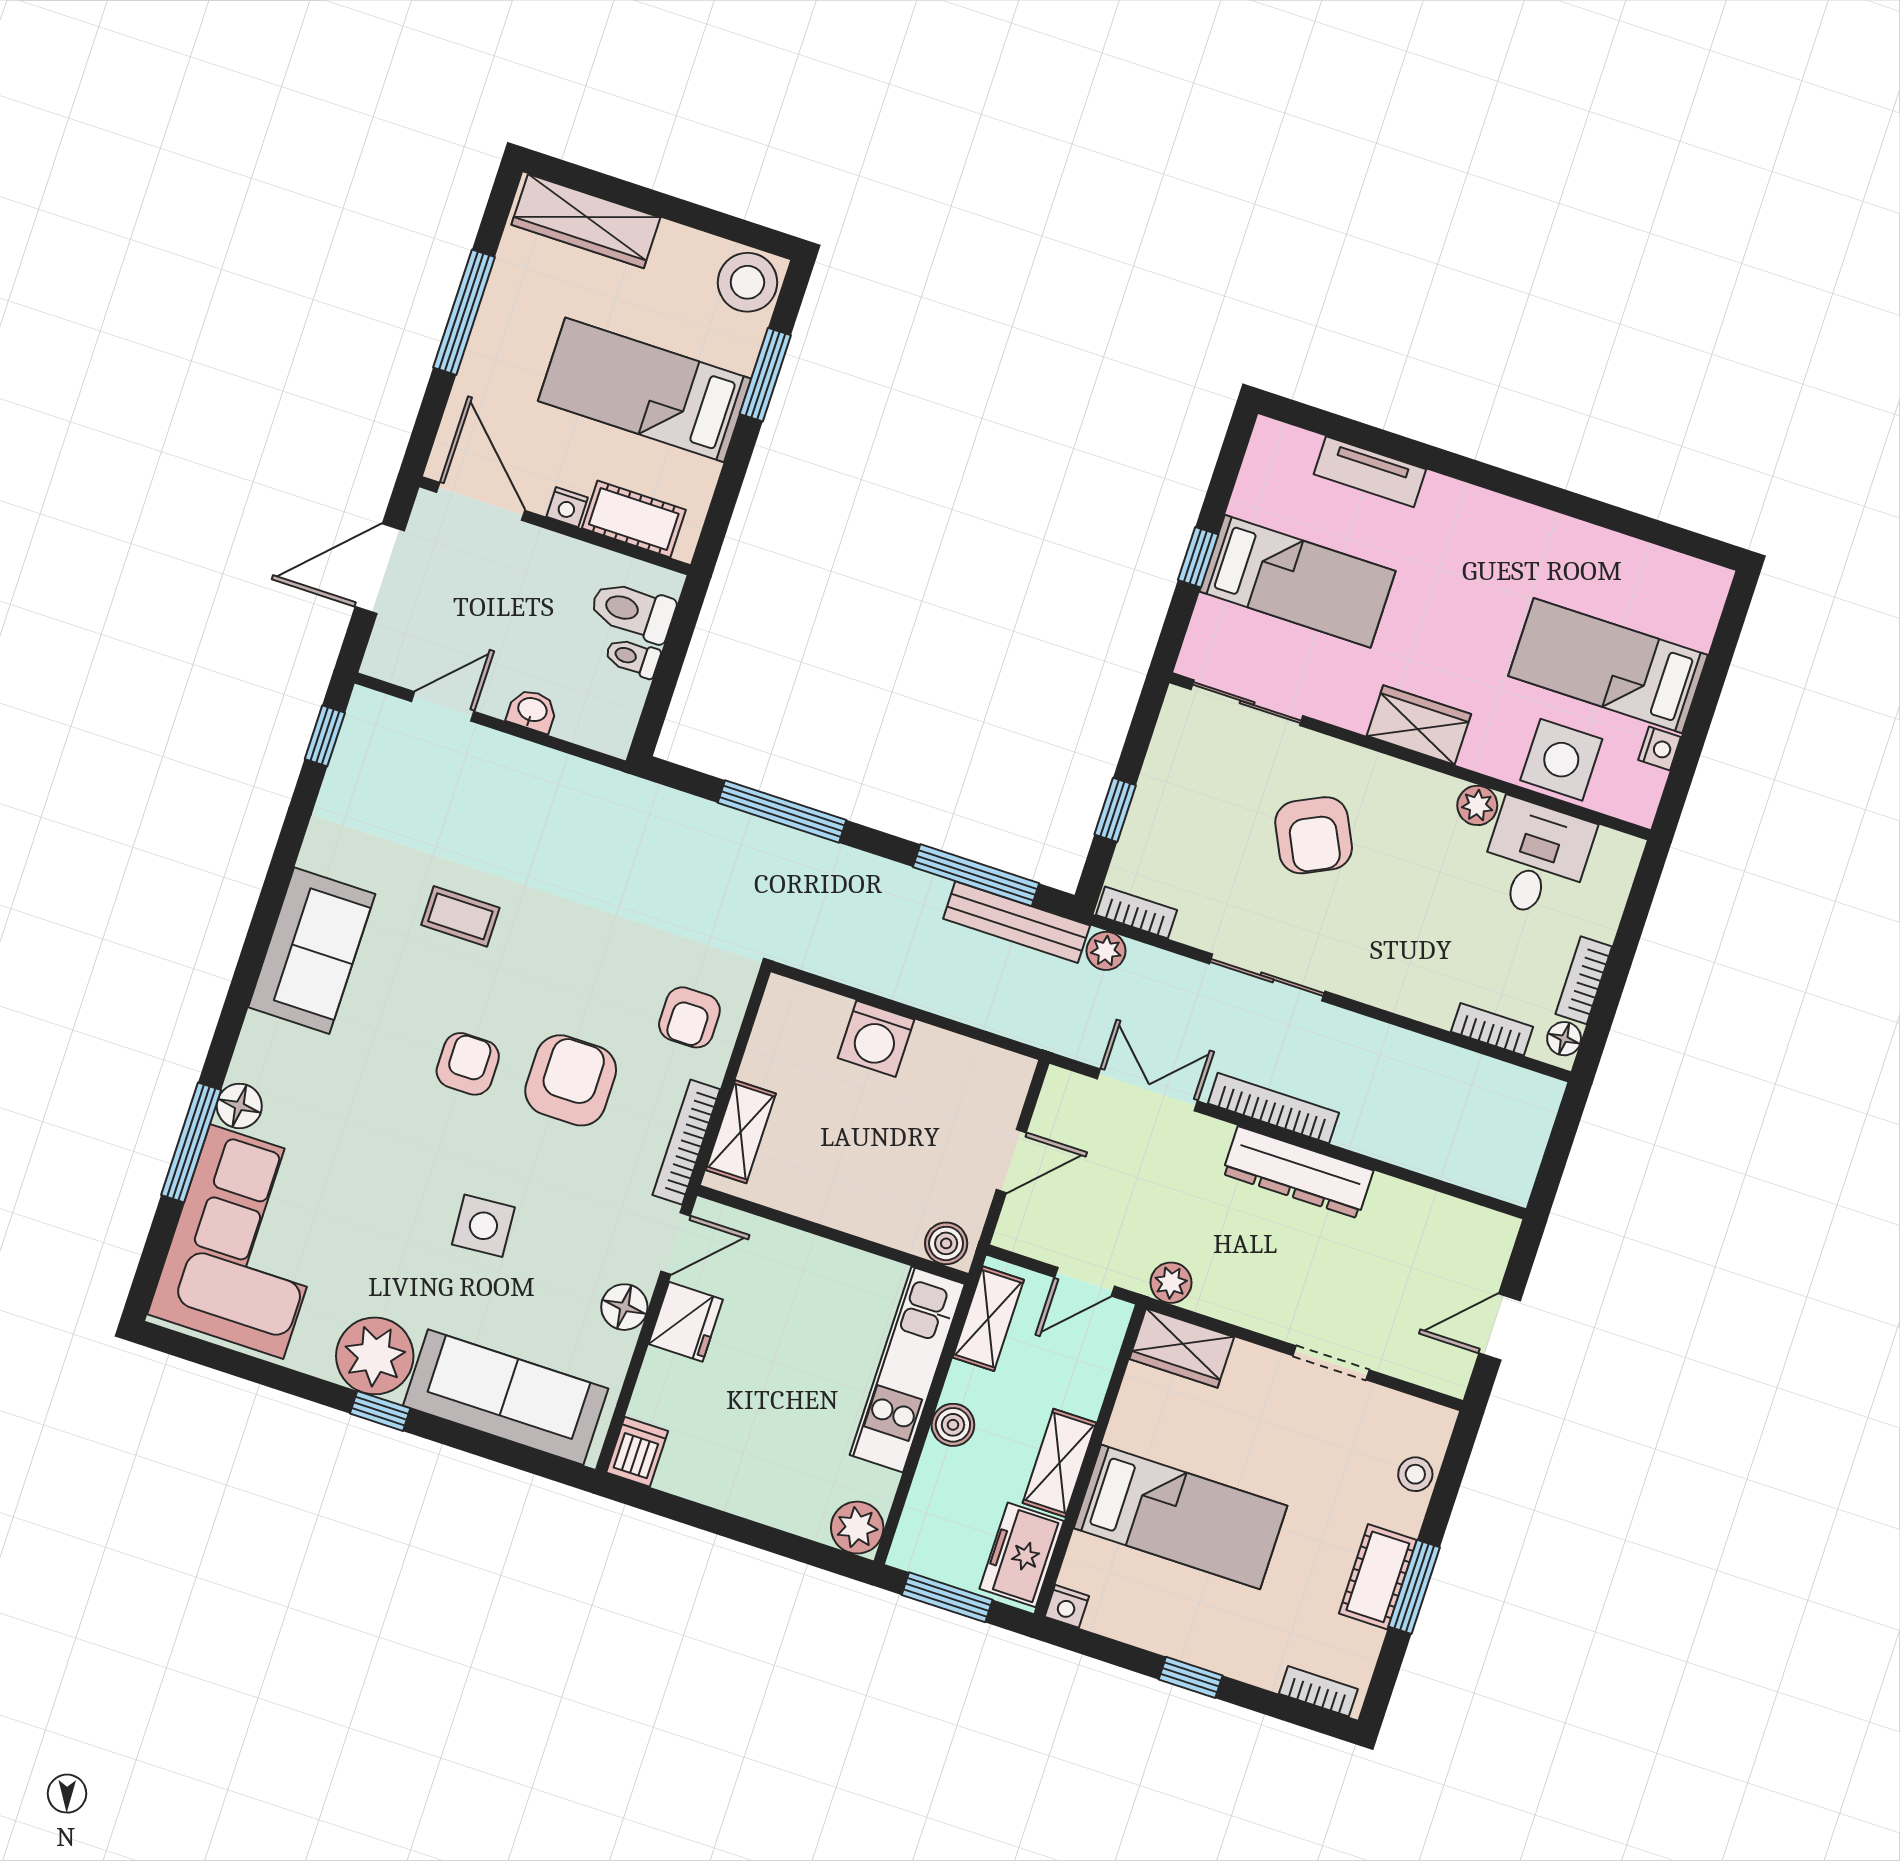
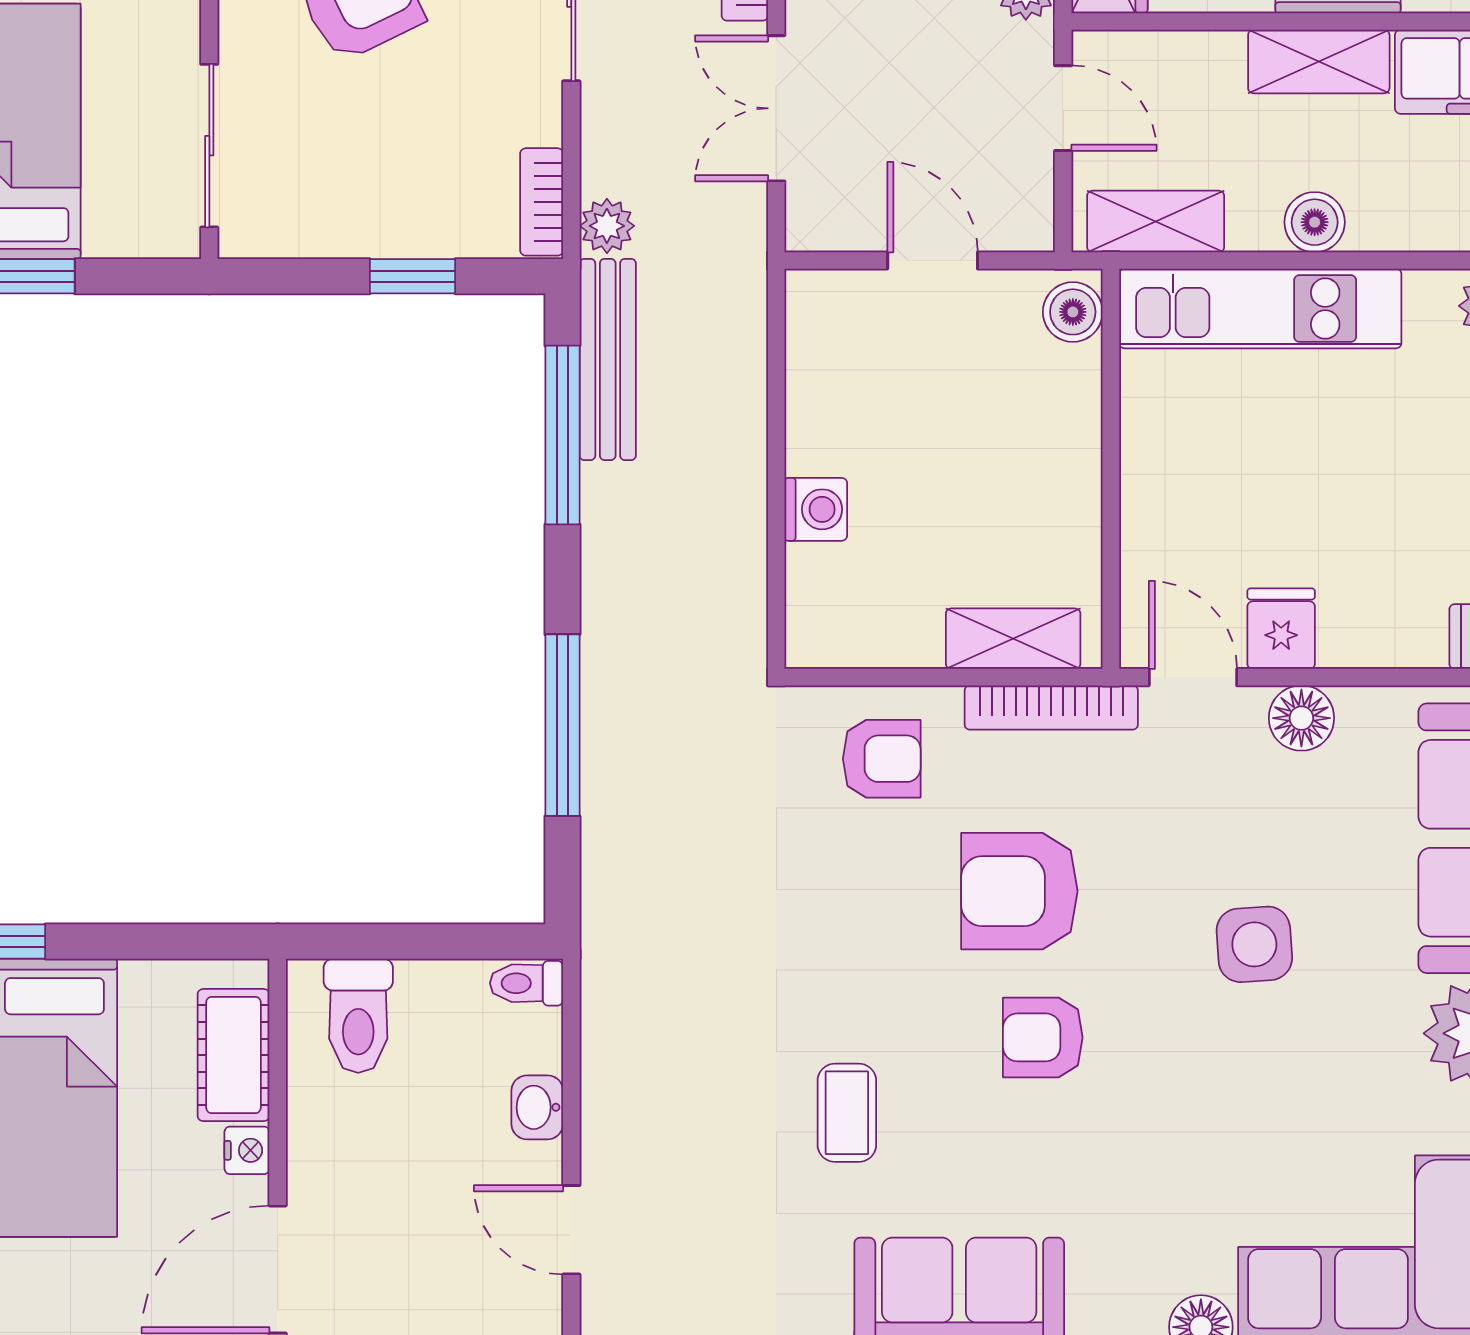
toilet: (633, 657) -> (526, 983), moved, turned 90
washing machine: (876, 1039) -> (816, 509), width x0.73, depth x0.73
fridge: (686, 1322) -> (1281, 629), width x0.72

